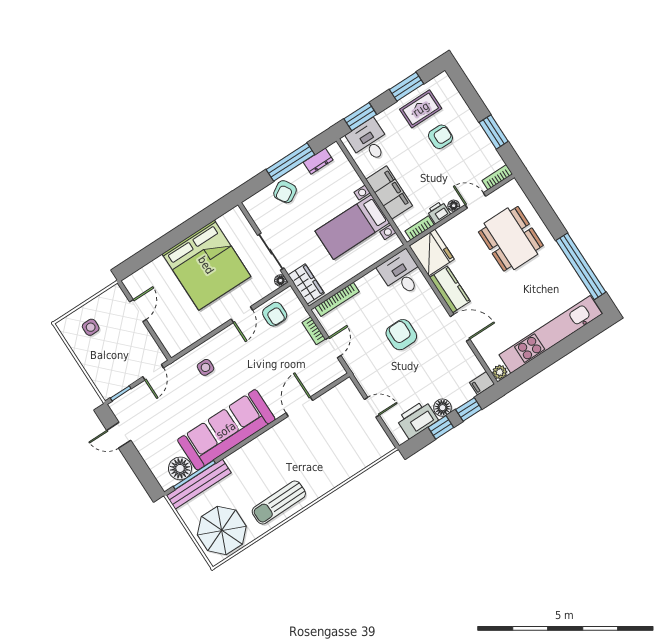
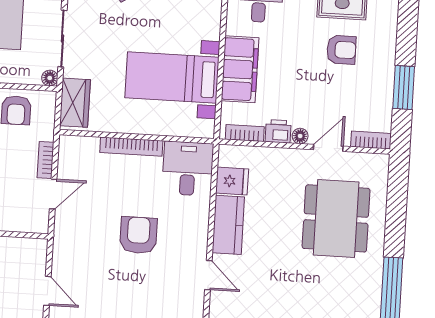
door: (475, 200) -> (328, 148), hinge flipped
fridge: (432, 253) -> (232, 181), width x0.53, depth x0.75
bookcase: (337, 299) -> (131, 147), moved
door: (460, 328) -> (208, 275), width x0.73

